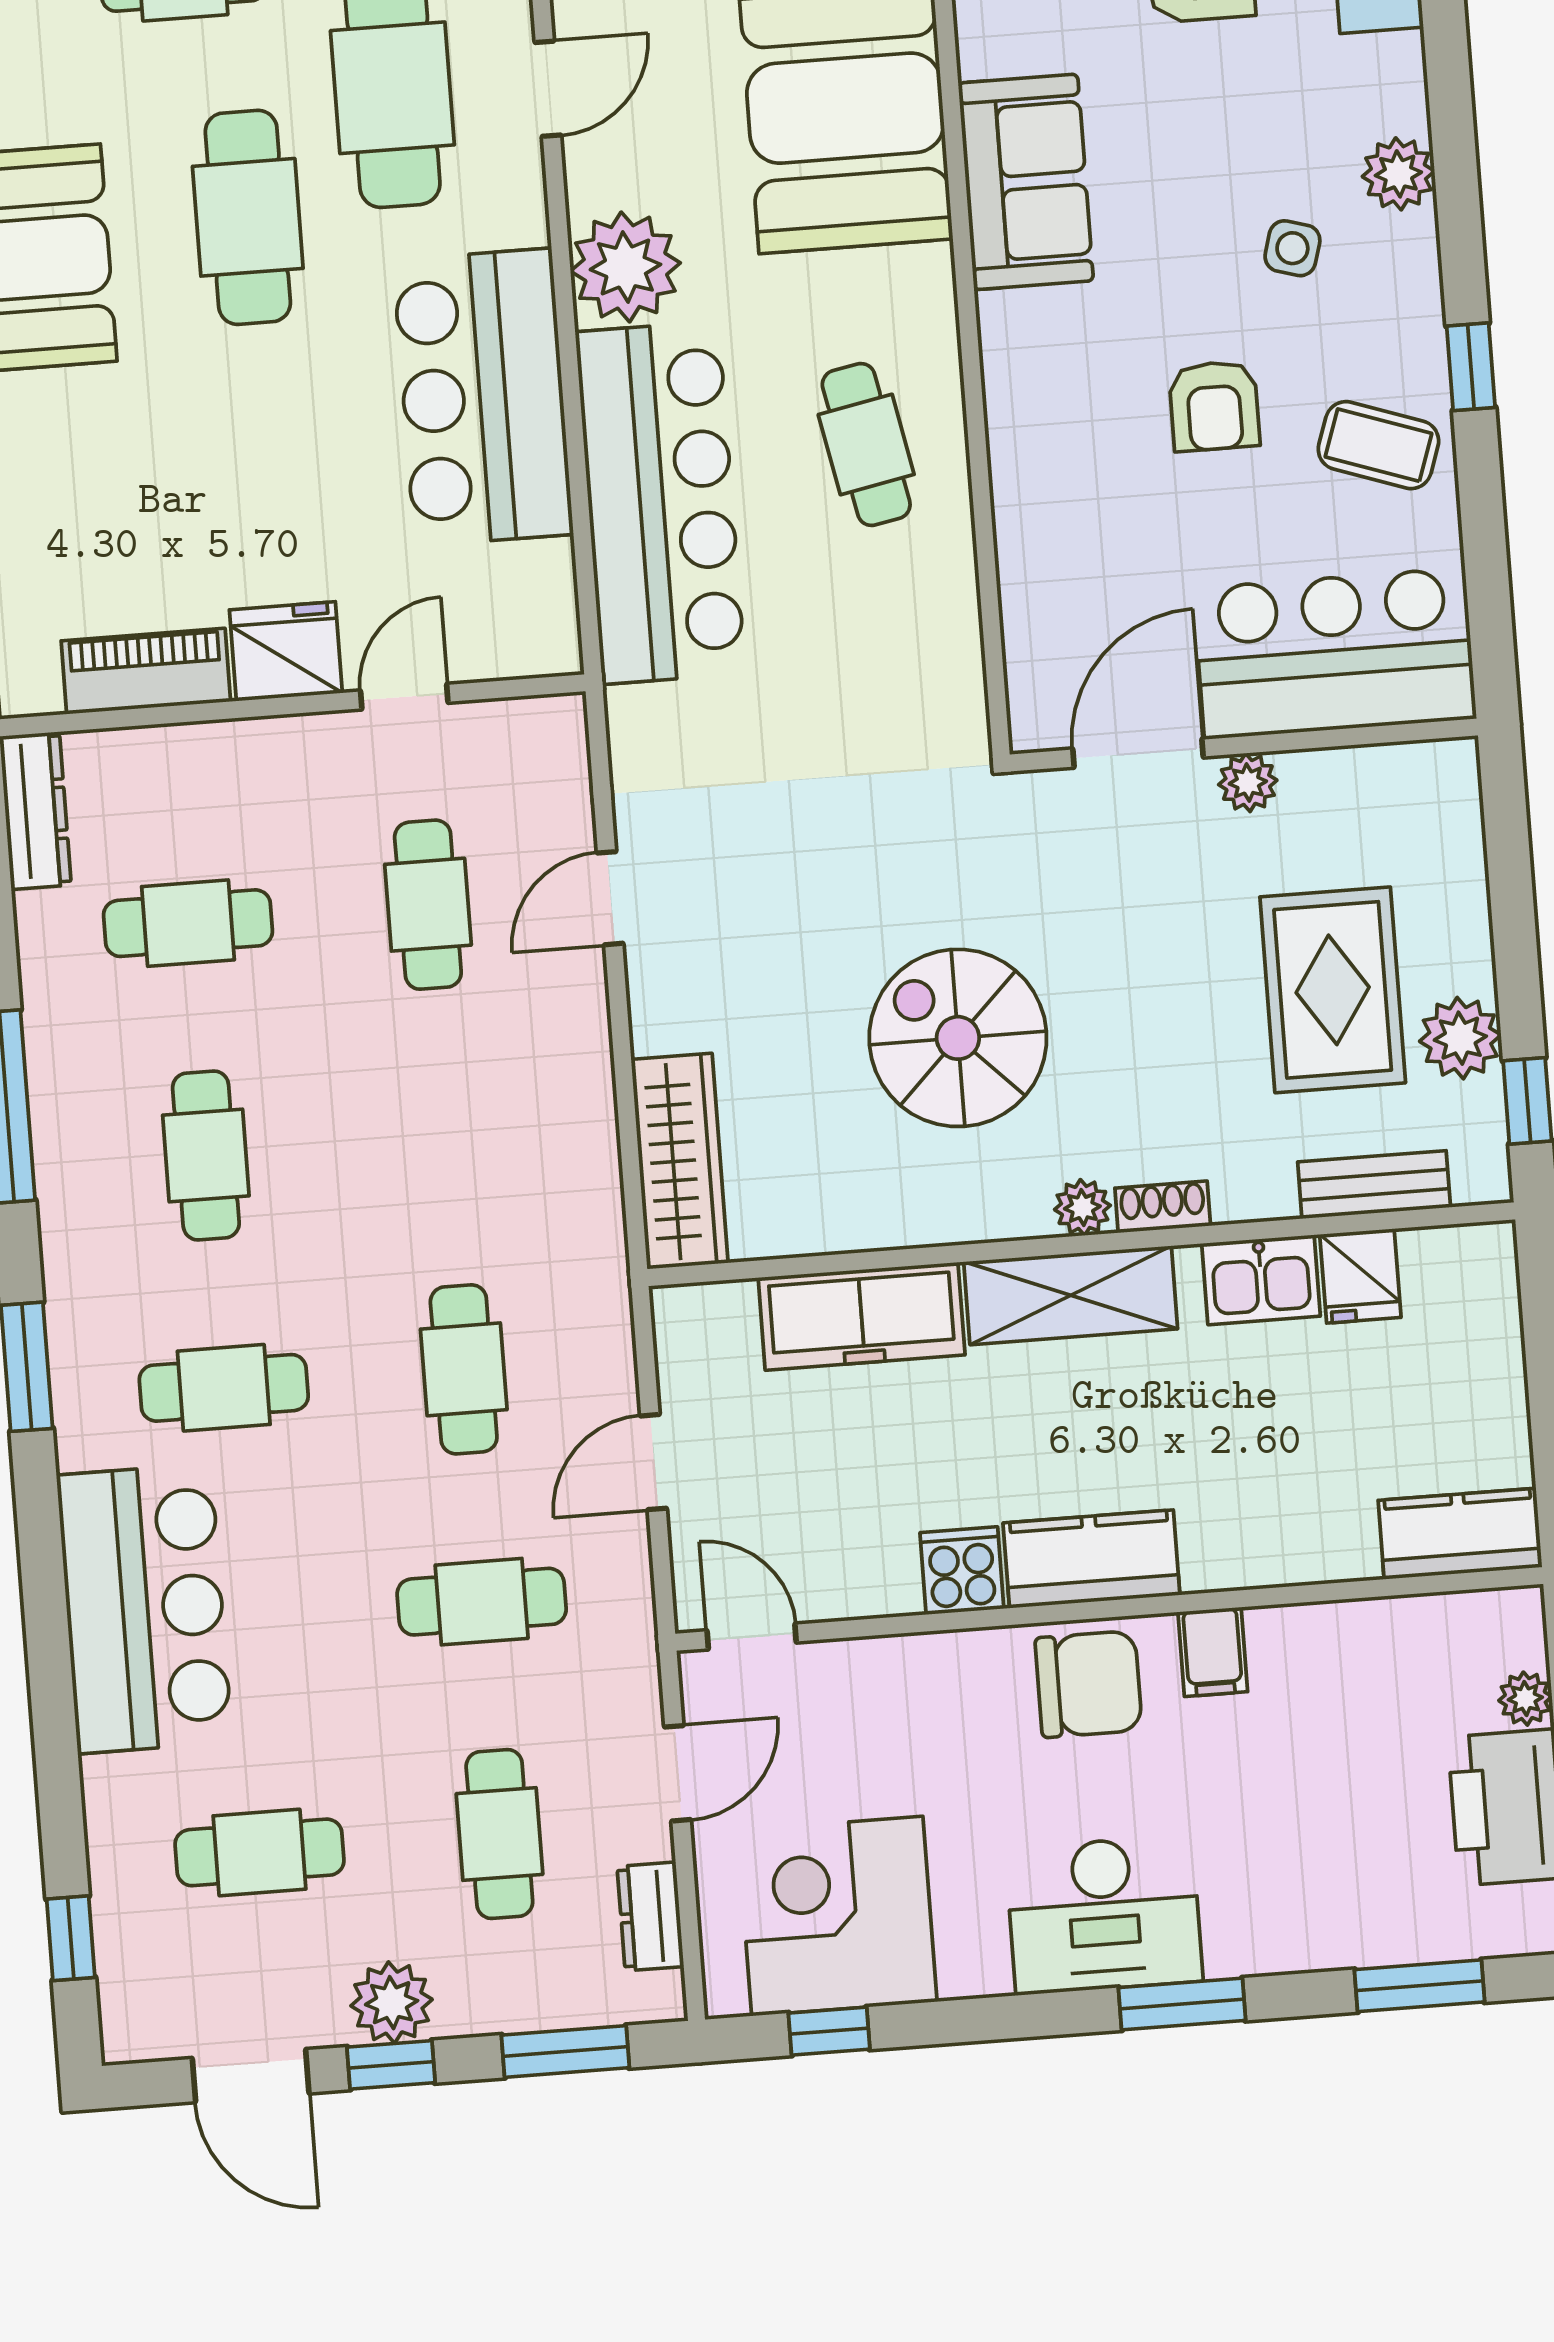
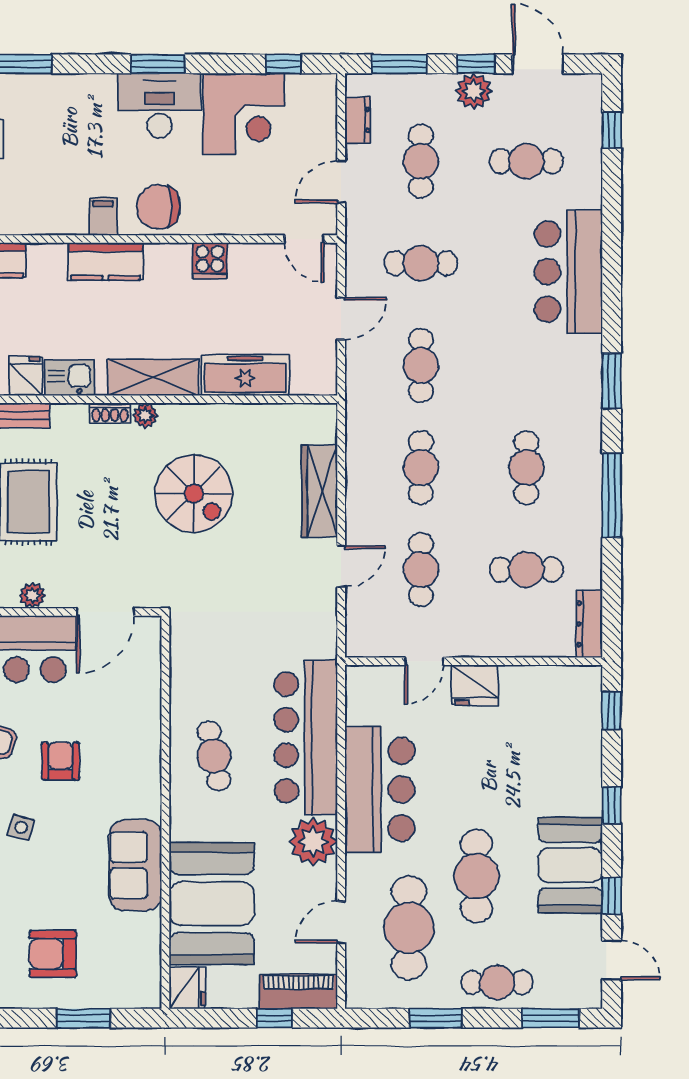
piano: (146, 671) -> (536, 681), removed
plant: (1248, 782) -> (32, 595), moved
wardrobe: (680, 1161) -> (320, 491), moved
cafe table: (224, 1388) -> (421, 467), moved, turned 90
kitchen counter: (1091, 1559) -> (105, 261), moved
corner desk: (837, 1916) -> (244, 114), moved
window: (1182, 2004) -> (158, 64), moved

